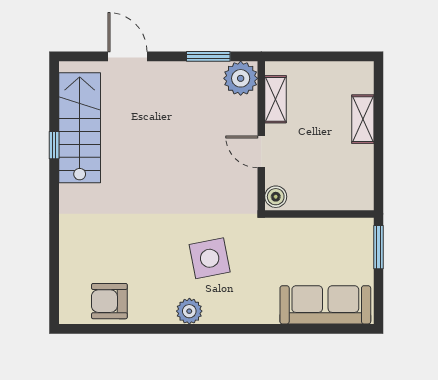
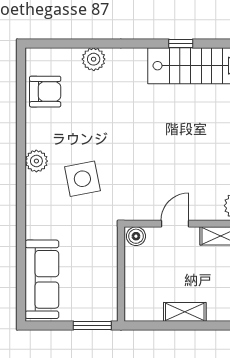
shelving: (363, 119) -> (185, 312), moved
plant: (72, 245) -> (94, 59), added
armchair: (109, 301) -> (45, 92), turned 90

